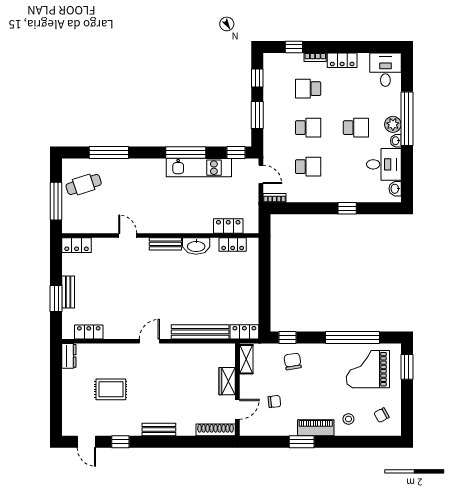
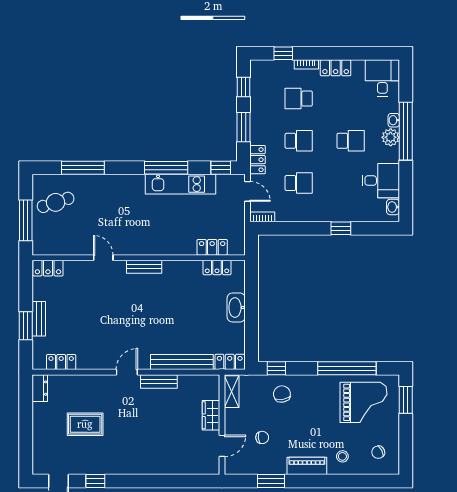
washbasin: (396, 141) -> (394, 120), moved
locker: (270, 145) -> (258, 160), added
washbasin: (196, 246) -> (236, 307), moved, turned 90
grand piano: (368, 369) -> (363, 402), turned 180
bench: (159, 429) -> (159, 381), moved
shoe rack: (216, 430) -> (199, 468), removed
window: (302, 442) -> (271, 481), moved

